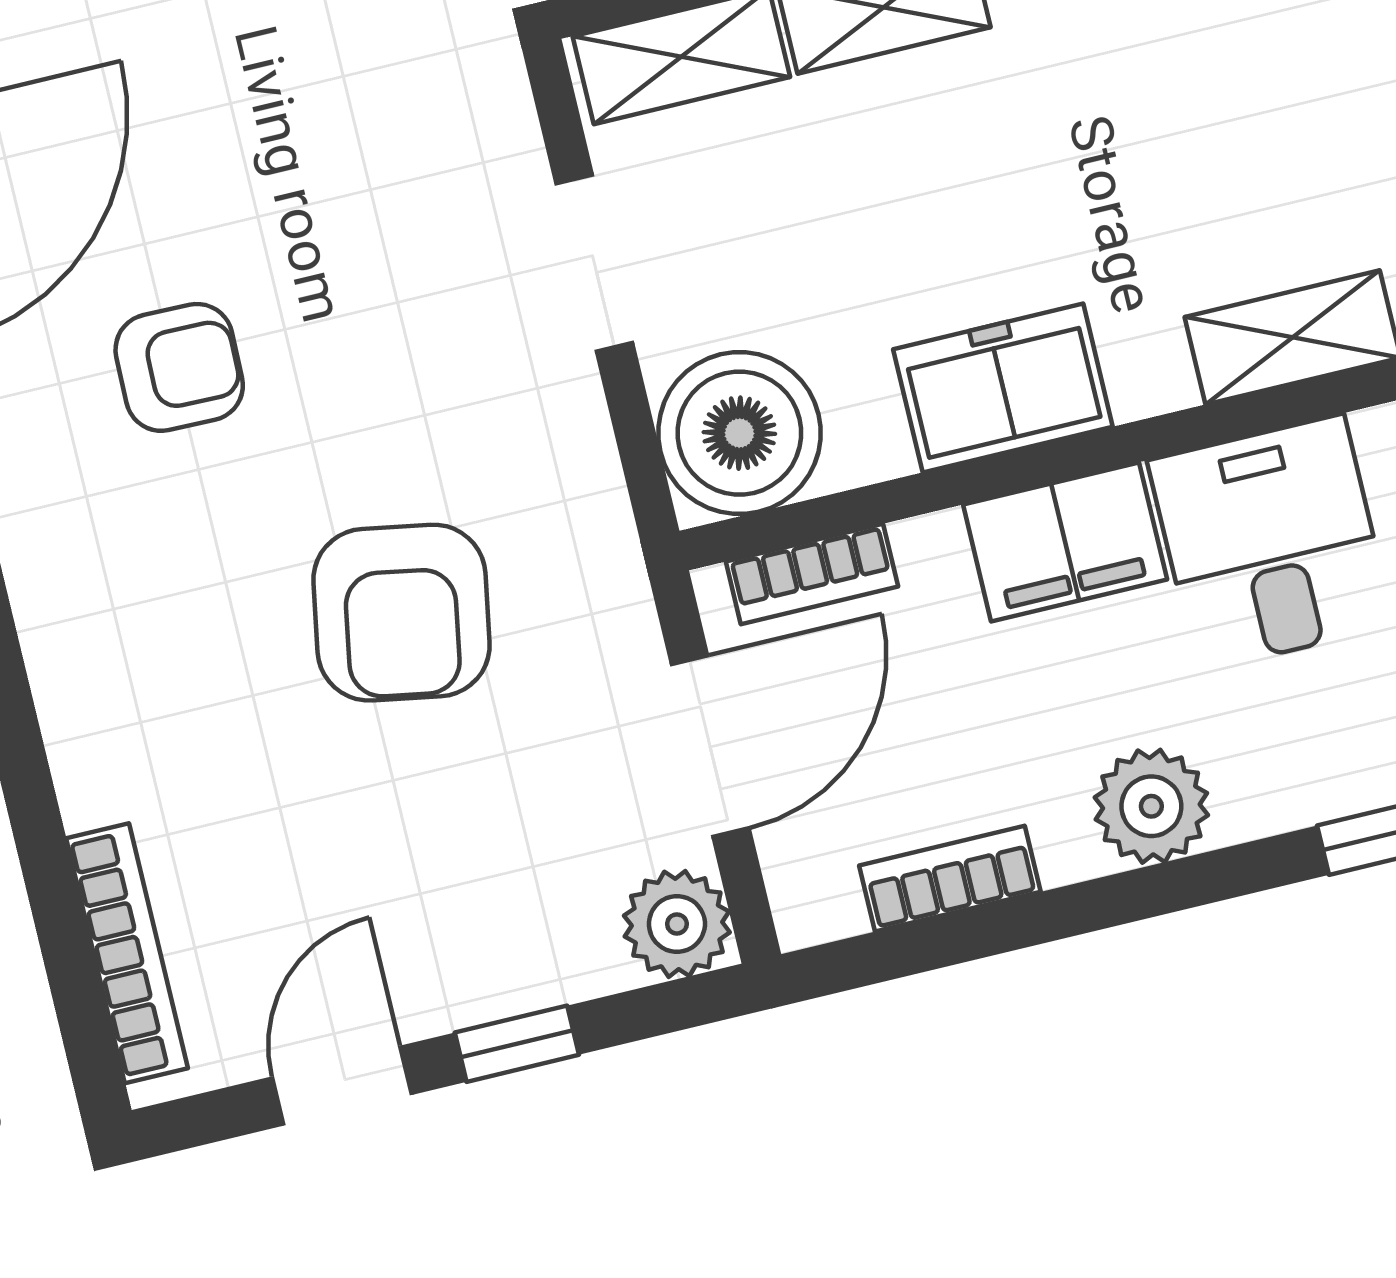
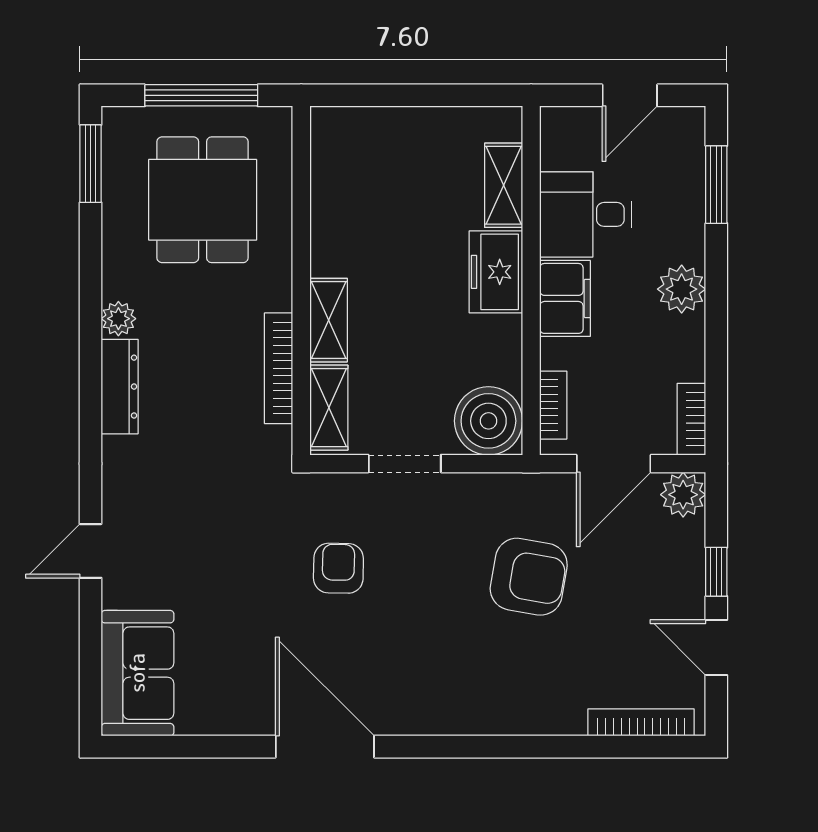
armchair: (179, 367) -> (338, 568), moved
freezer: (1003, 388) -> (496, 272), moved
door: (710, 746) -> (614, 464), swing flipped
bookcase: (950, 879) -> (691, 419), moved

